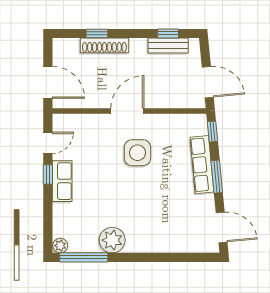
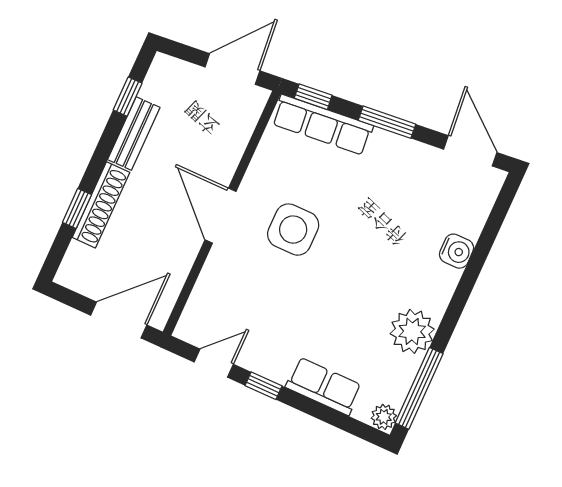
bench: (168, 46) -> (134, 134), moved
door: (48, 143) -> (214, 363), hinge flipped
row of seats: (202, 165) -> (322, 125), moved
row of seats: (62, 181) -> (324, 386), moved
door: (222, 227) -> (470, 151), hinge flipped
water cooler: (165, 244) -> (457, 251), added

